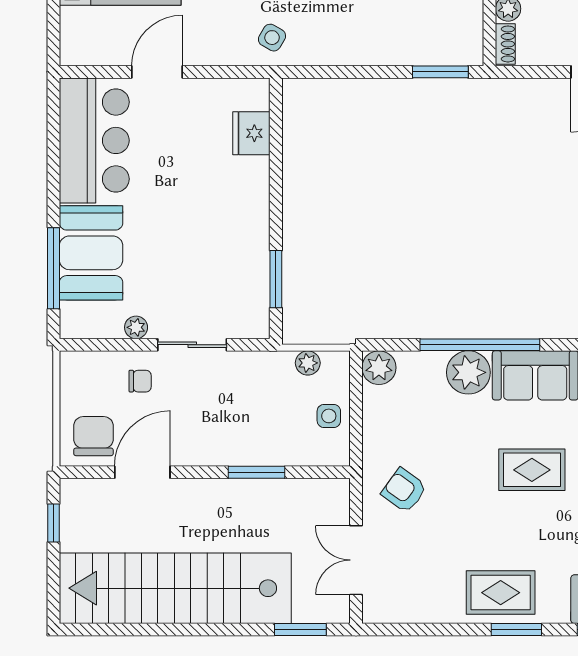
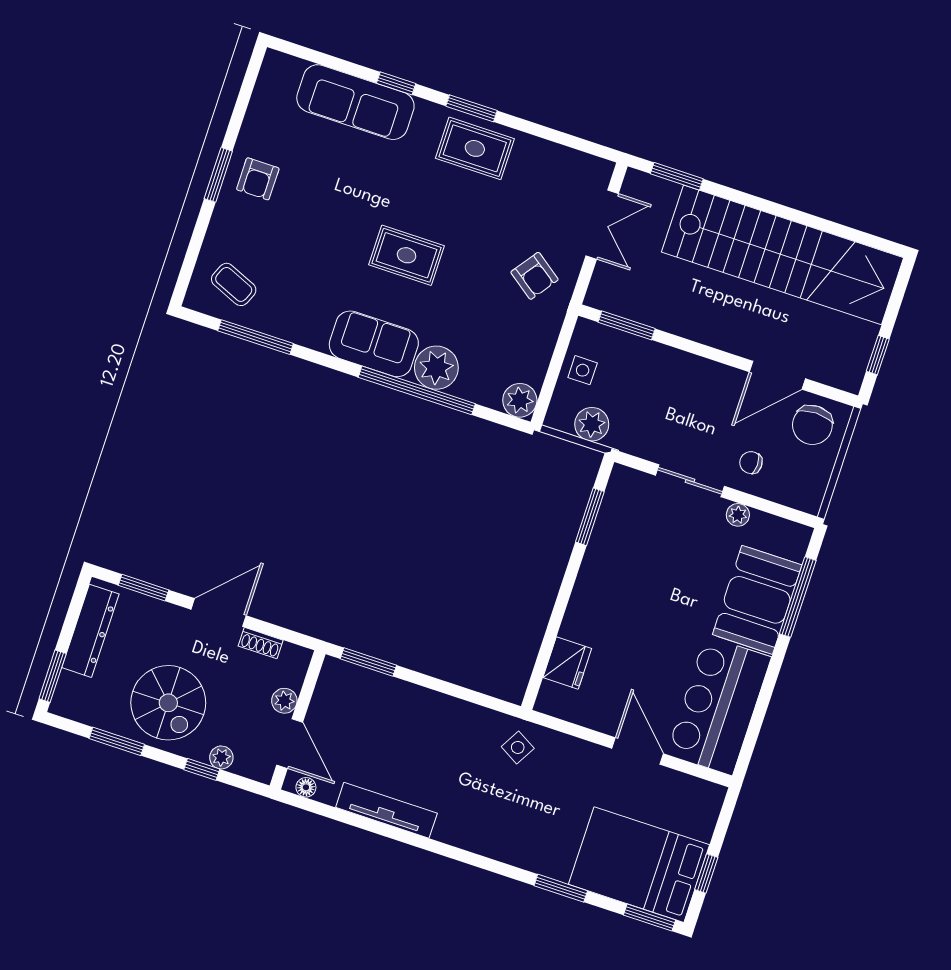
shoe rack: (505, 44) -> (261, 643), moved, turned -90
door: (157, 72) -> (638, 751), swing flipped
plant: (308, 363) -> (592, 424), width x1.38, depth x1.38
window: (256, 472) -> (627, 325), moved

